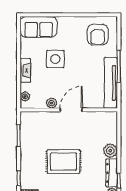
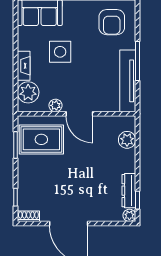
plant: (25, 96) -> (28, 92), width x1.88, depth x1.88
door: (71, 110) -> (79, 114), swing flipped
plant: (110, 151) -> (127, 140), moved
rug: (63, 162) -> (41, 139), moved

